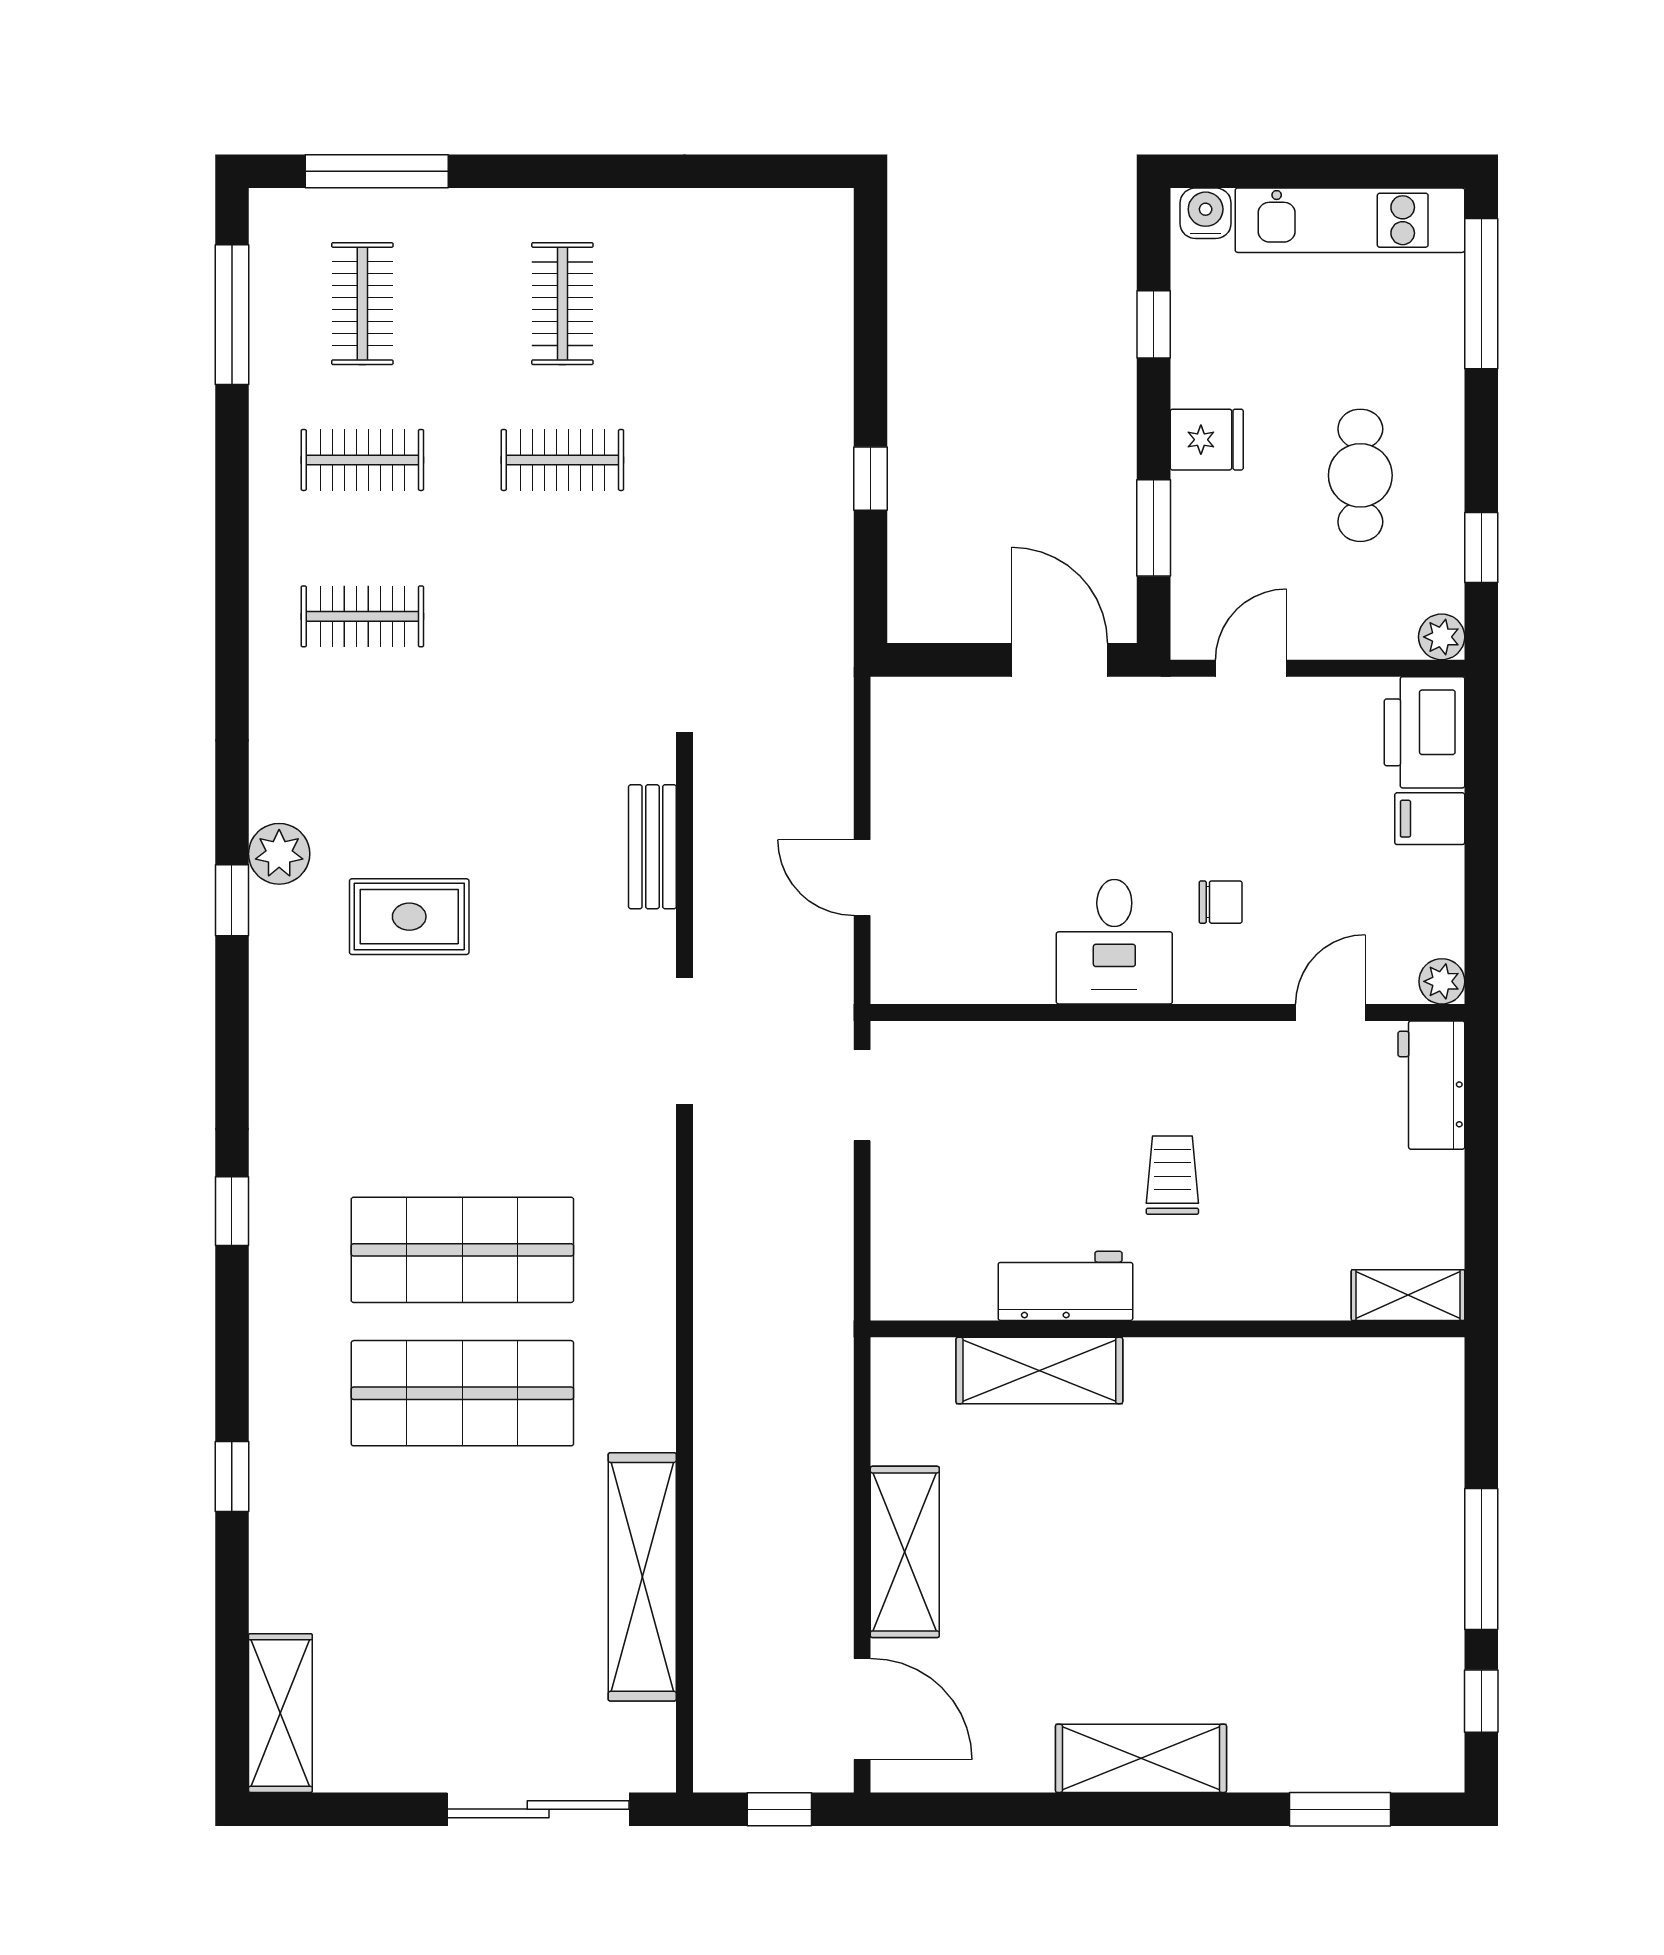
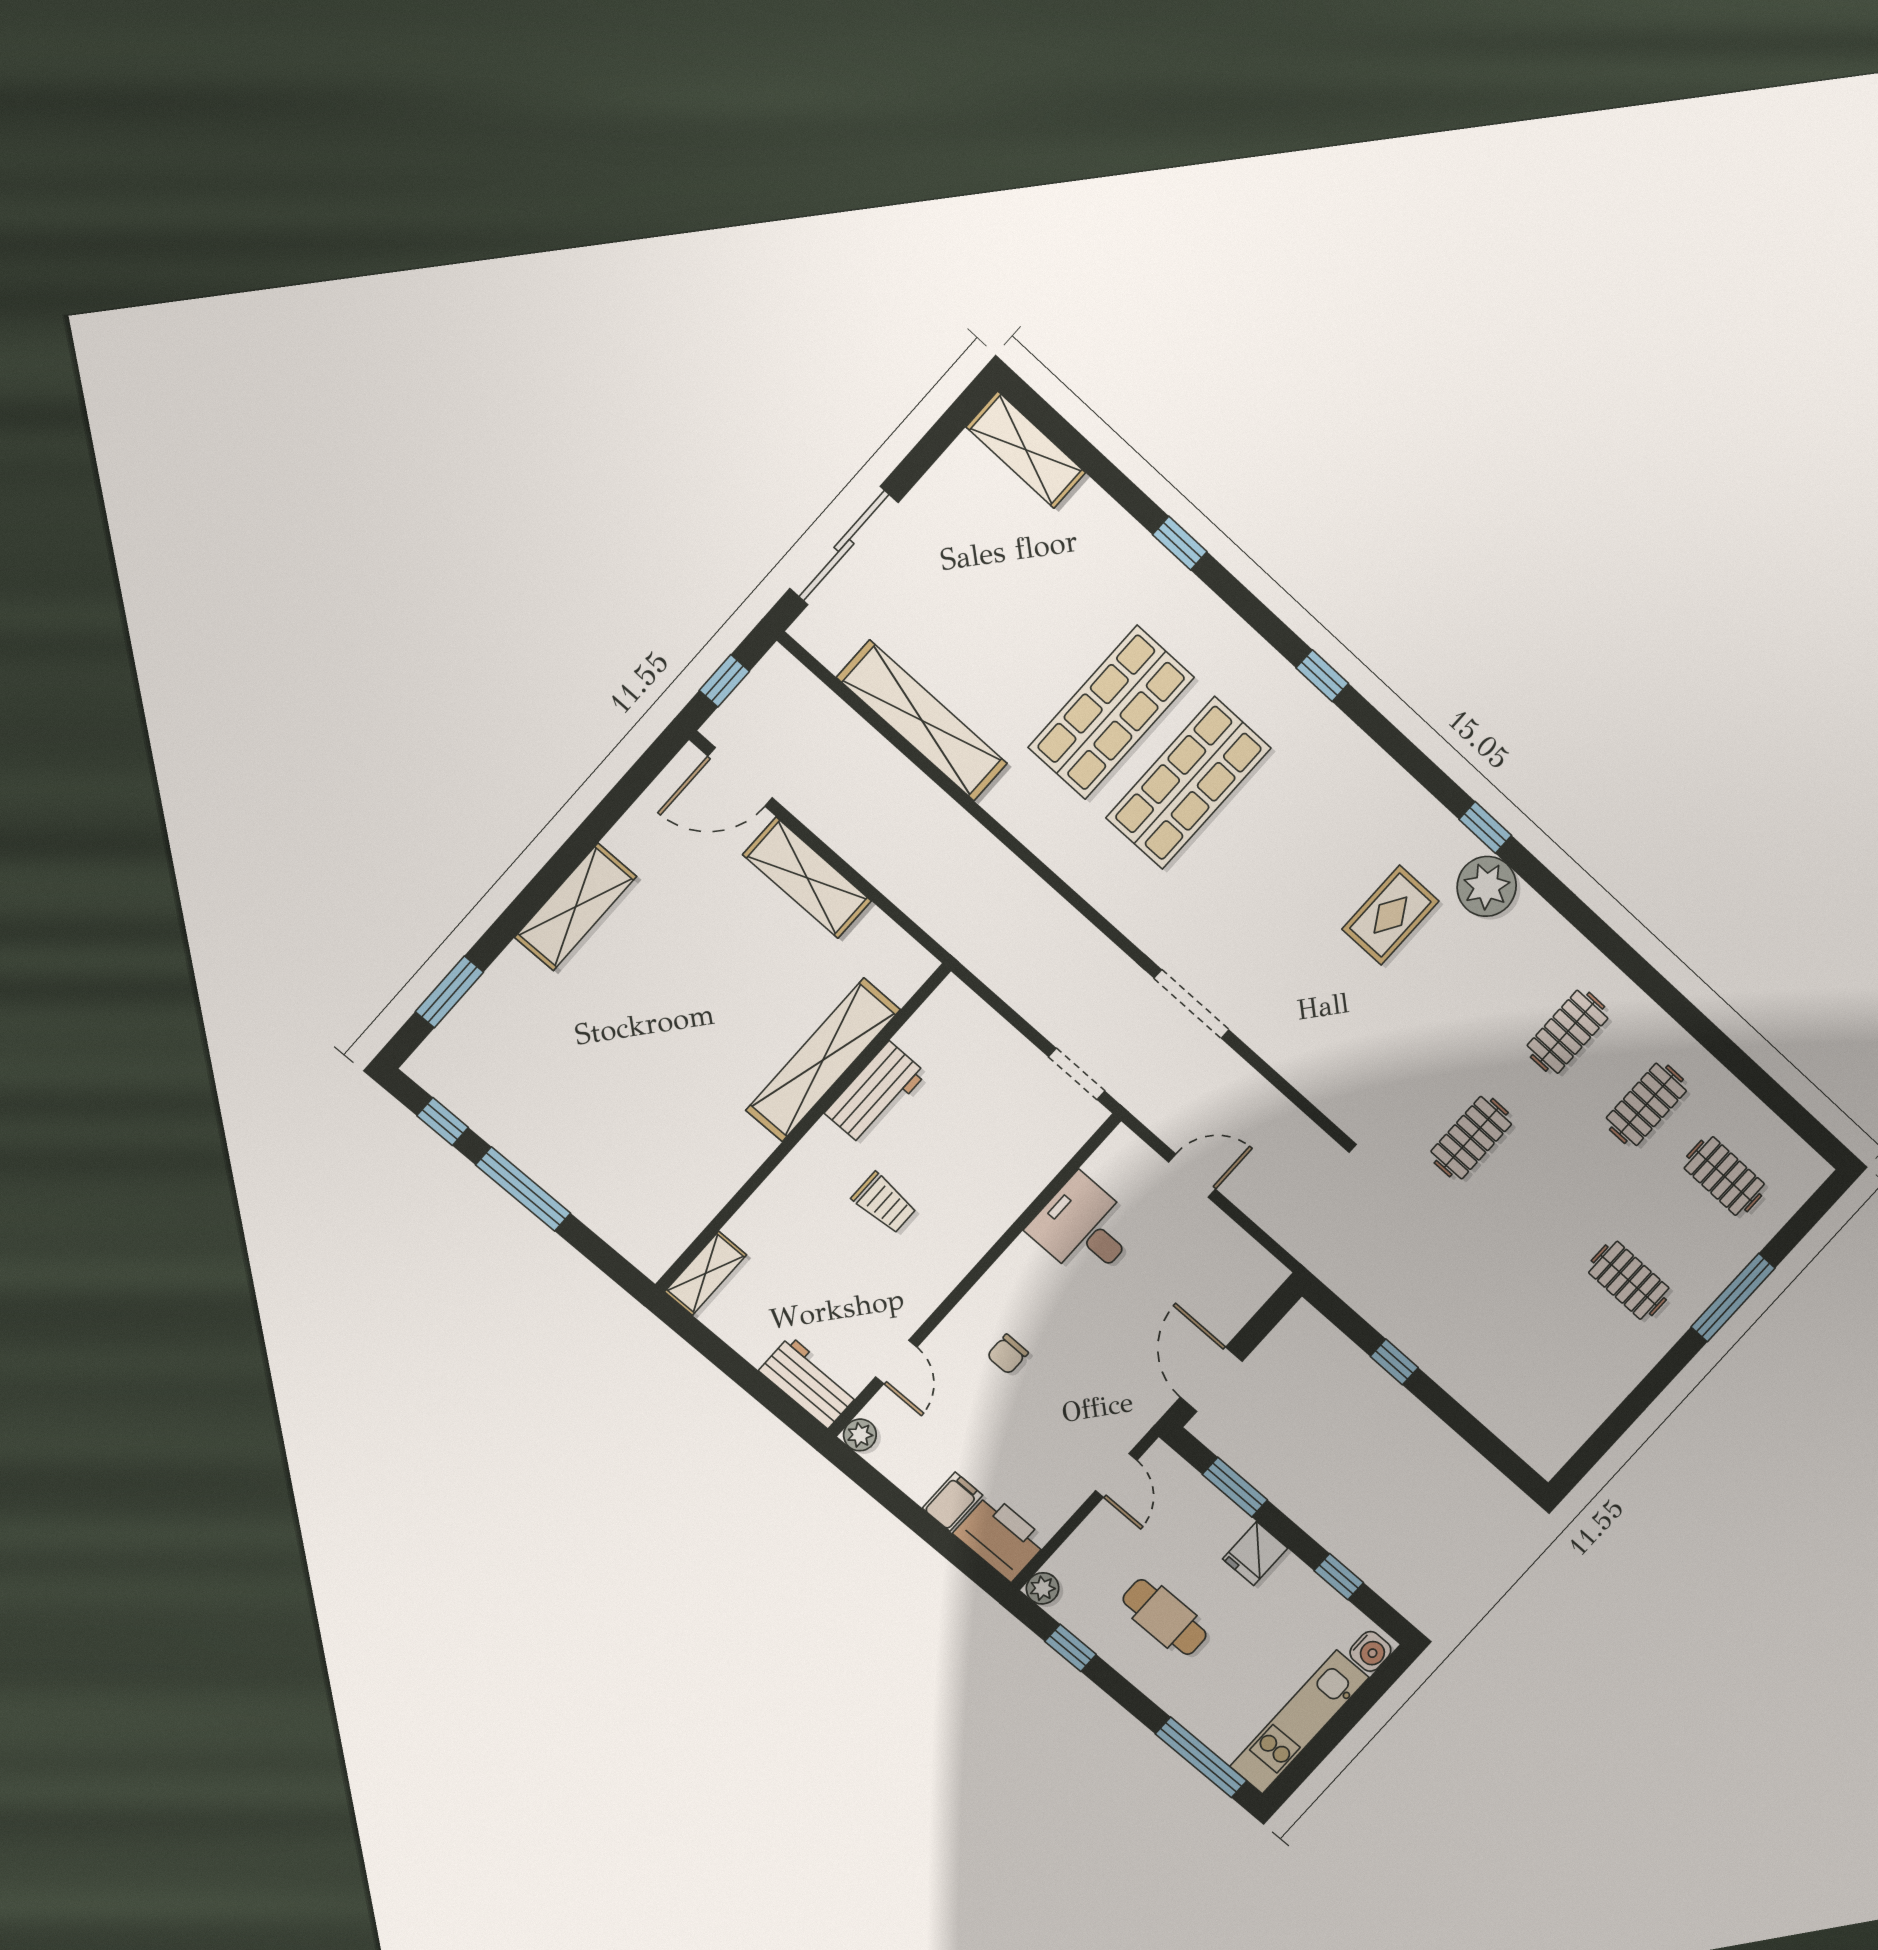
window: (377, 171) -> (1733, 1297), moved
window: (232, 315) -> (1781, 1103), removed
clothes rail: (562, 460) -> (1471, 1138), moved
door: (1060, 660) -> (1211, 1379), swing flipped
bench: (652, 847) -> (1309, 1078), removed
plant: (279, 854) -> (1487, 886), width x1.36, depth x1.36
desk: (1114, 942) -> (1084, 1228), moved
shelving: (1039, 1371) -> (823, 1060), width x1.47

